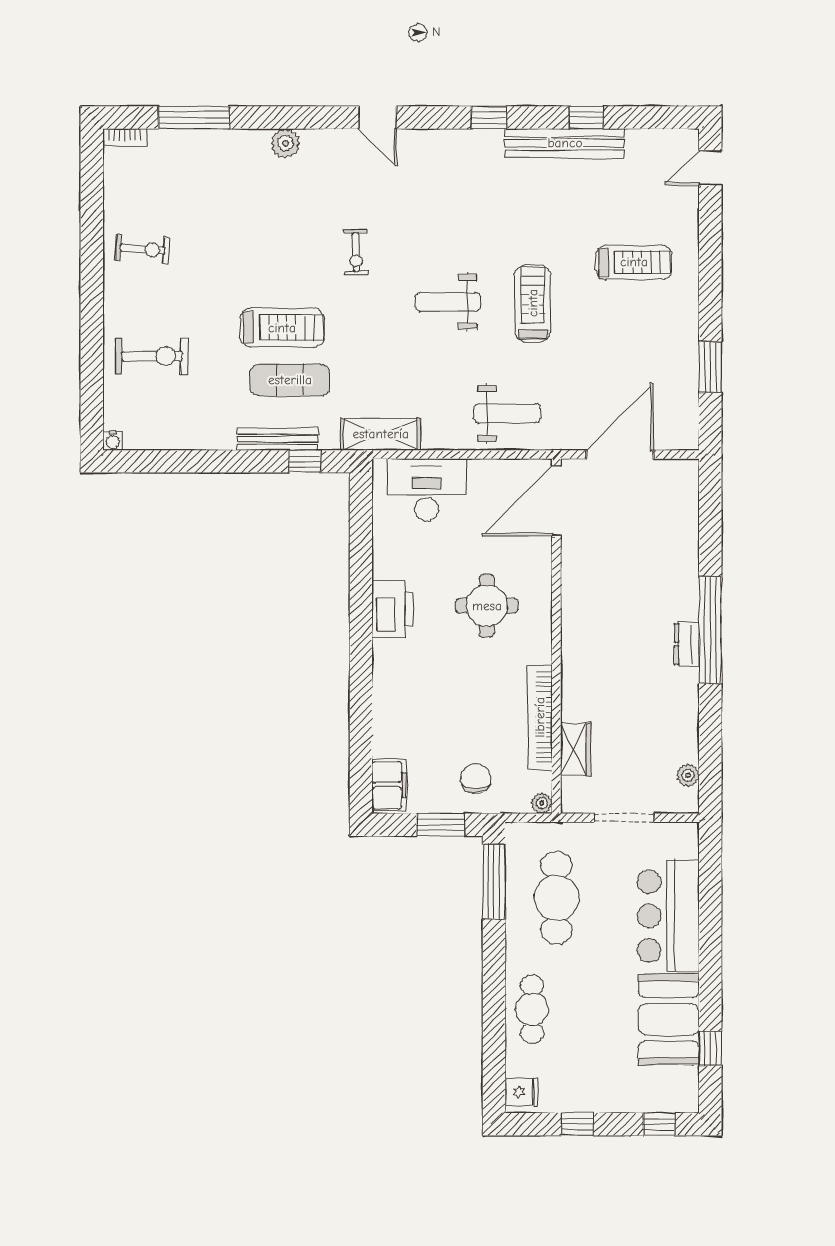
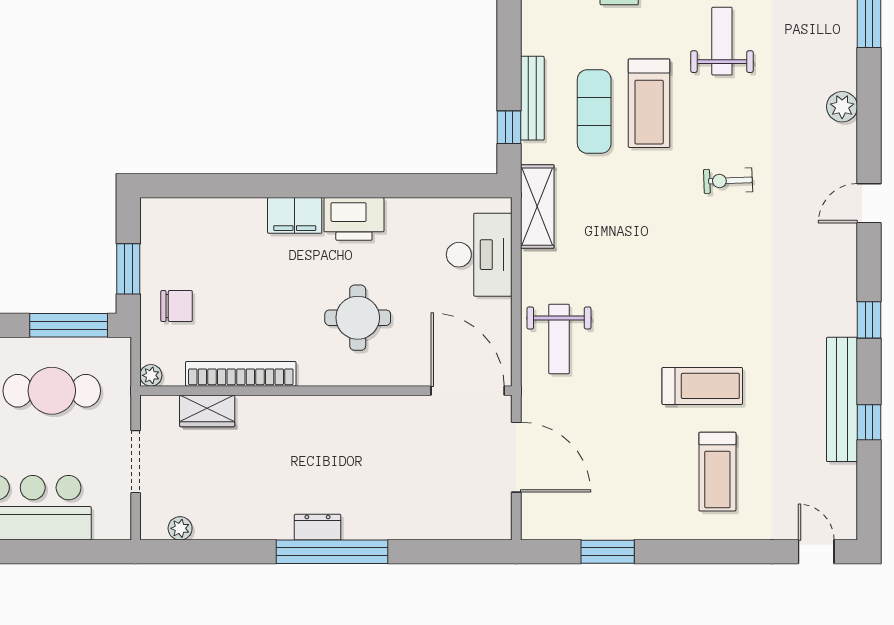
weight bench: (448, 302) -> (722, 41), moved
treadmill: (533, 303) -> (702, 386), moved
filing cabinet: (389, 785) -> (295, 215), moved

